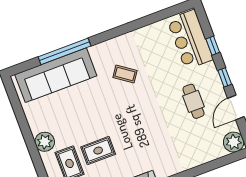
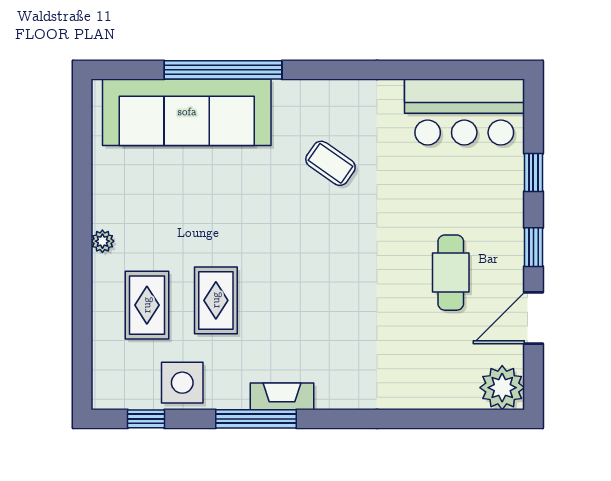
bar counter: (190, 39) -> (464, 112), moved, turned -90
plant: (45, 142) -> (102, 241), width x0.53, depth x0.53
rug: (98, 151) -> (216, 300), turned 90

